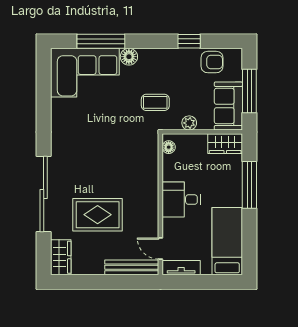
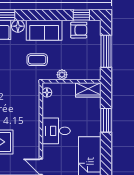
window: (189, 41) -> (81, 15), moved
sofa: (228, 106) -> (44, 30), moved, turned -90
window: (249, 185) -> (106, 120), width x0.69

